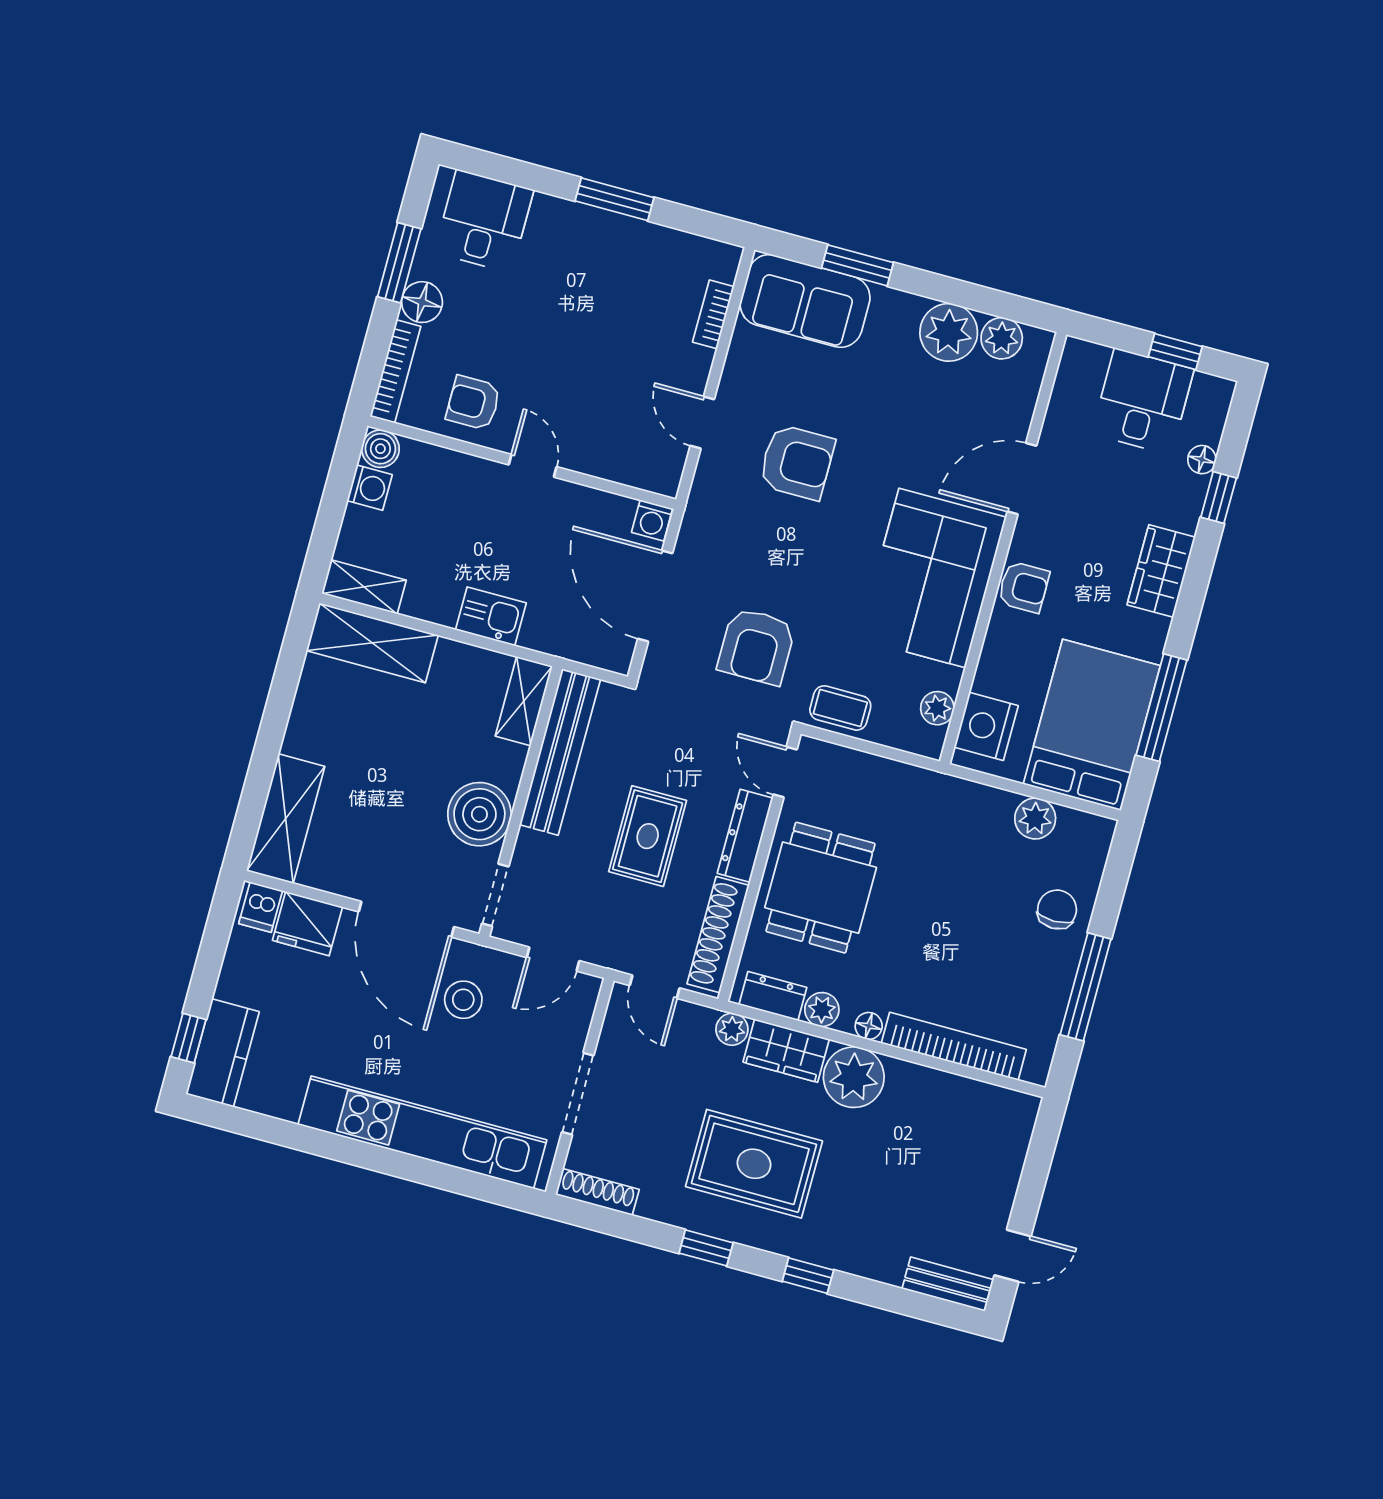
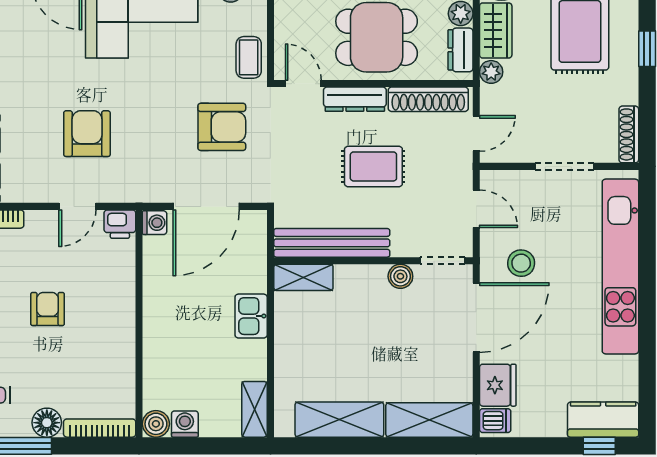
armchair: (473, 403) -> (48, 309), moved, turned 180
door: (533, 466) -> (139, 315), removed
printer: (663, 473) -> (120, 224), added
shelving: (372, 643) -> (339, 420), moved, turned 90
door: (785, 772) -> (303, 84), swing flipped
boiler: (479, 814) -> (400, 276), width x0.54, depth x0.54

